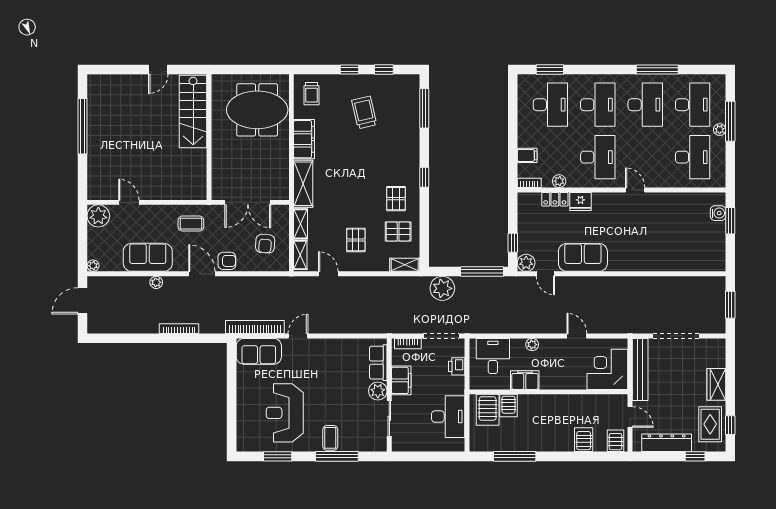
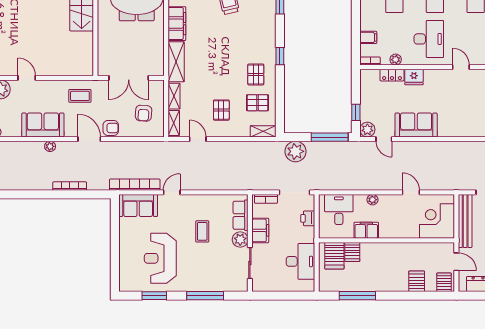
coffee table: (330, 438) -> (202, 231), moved

